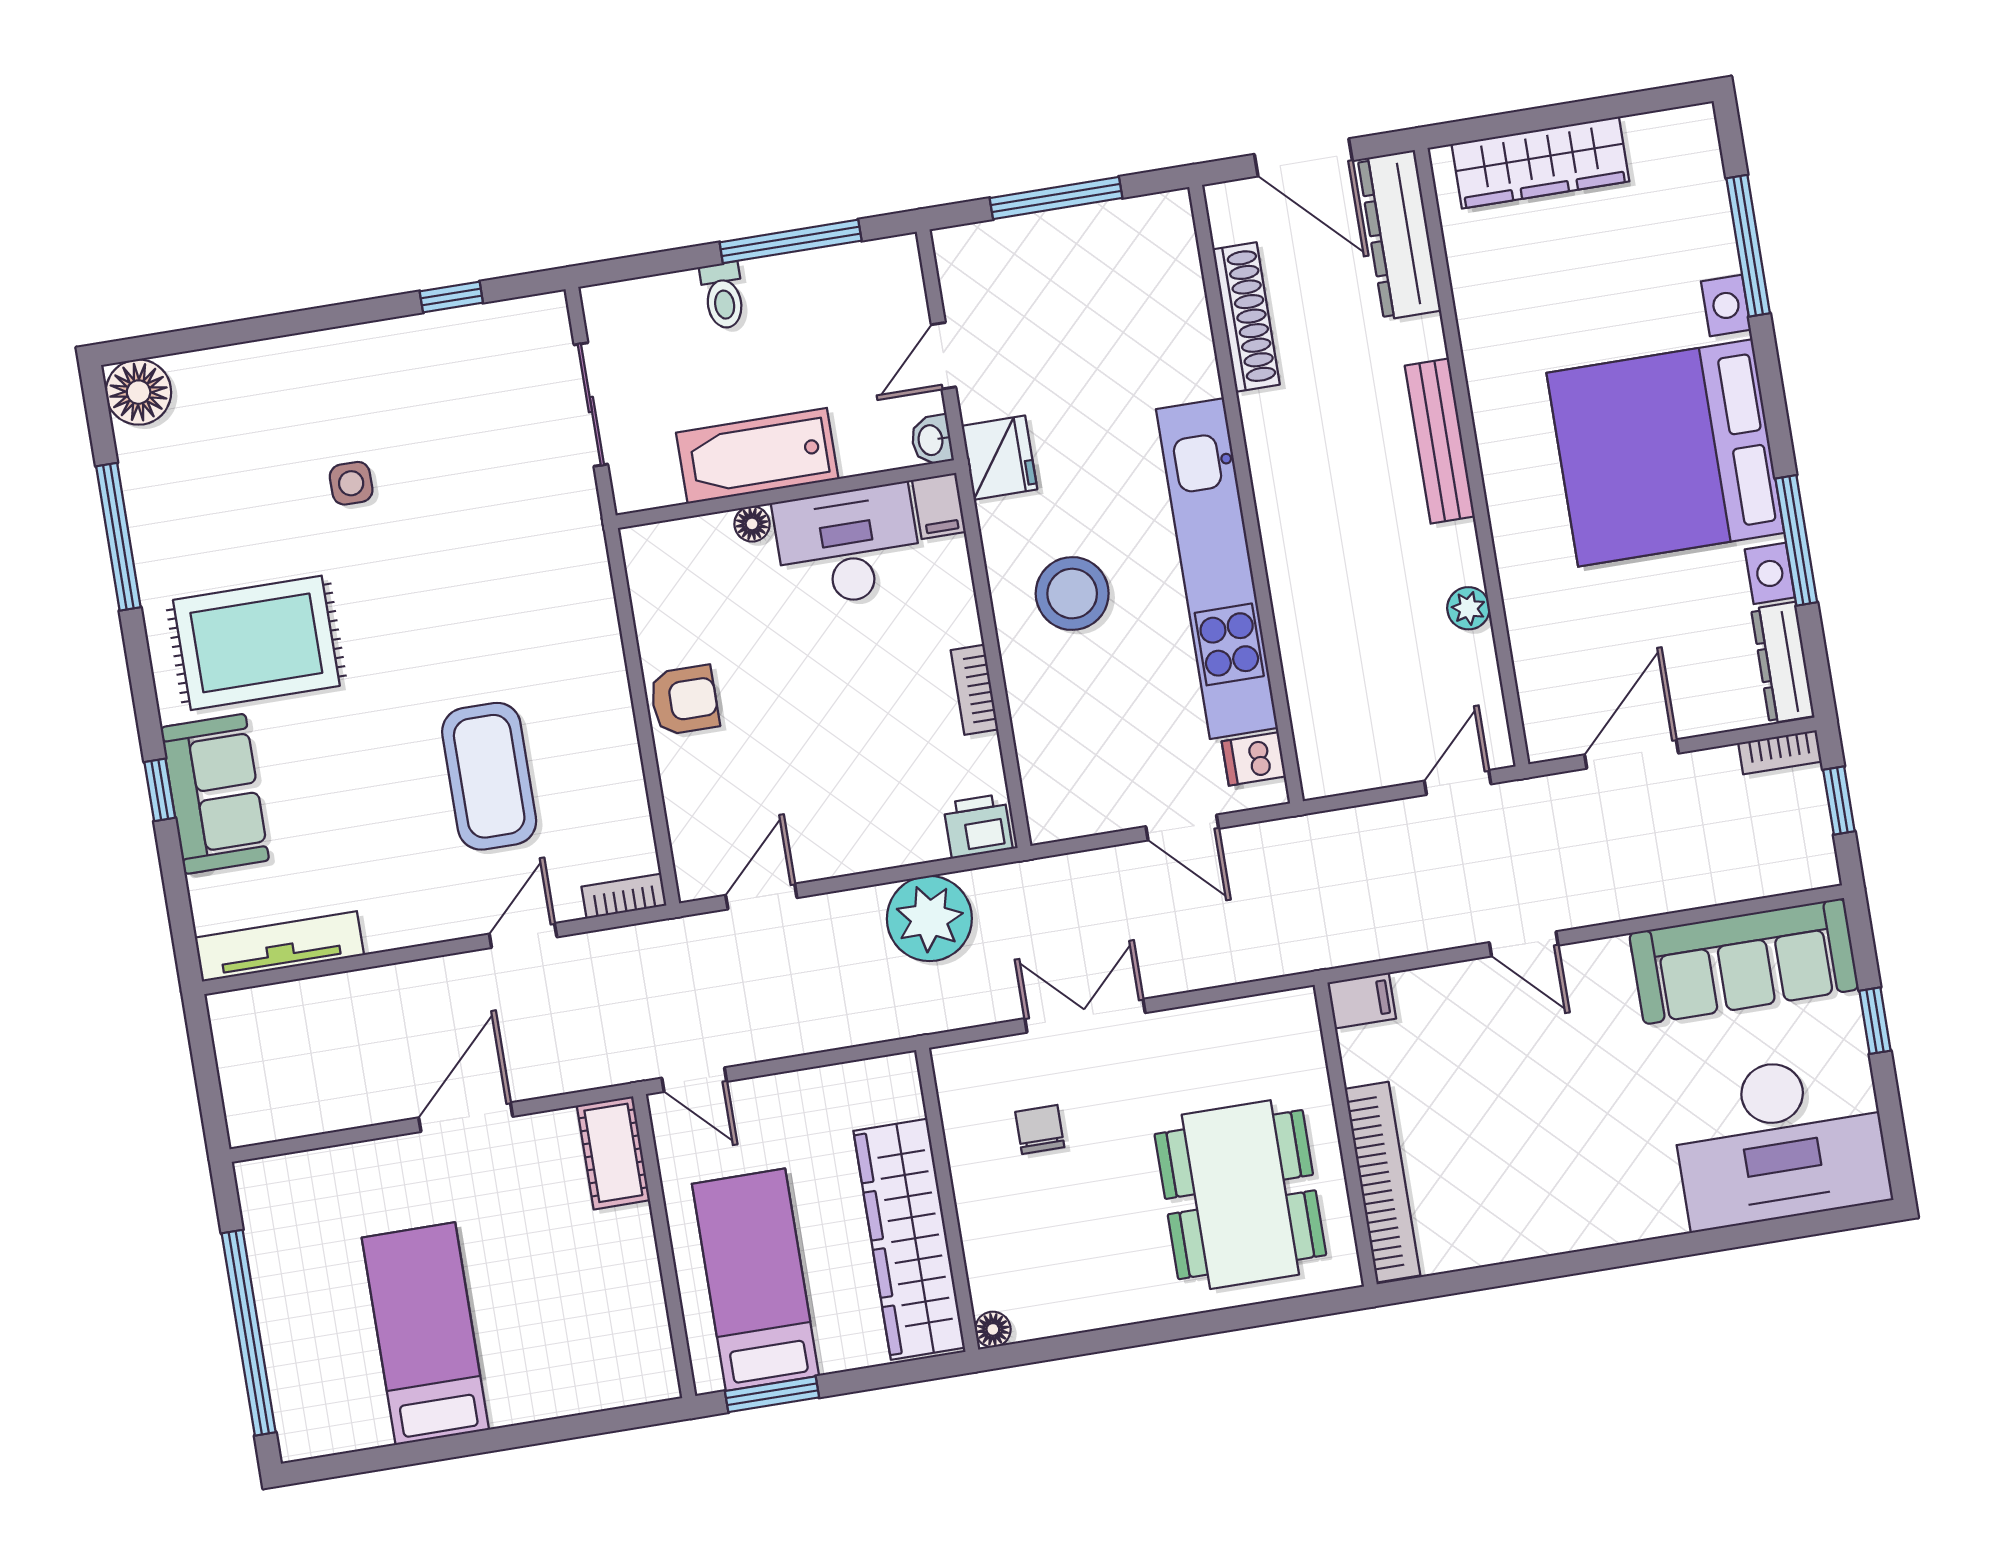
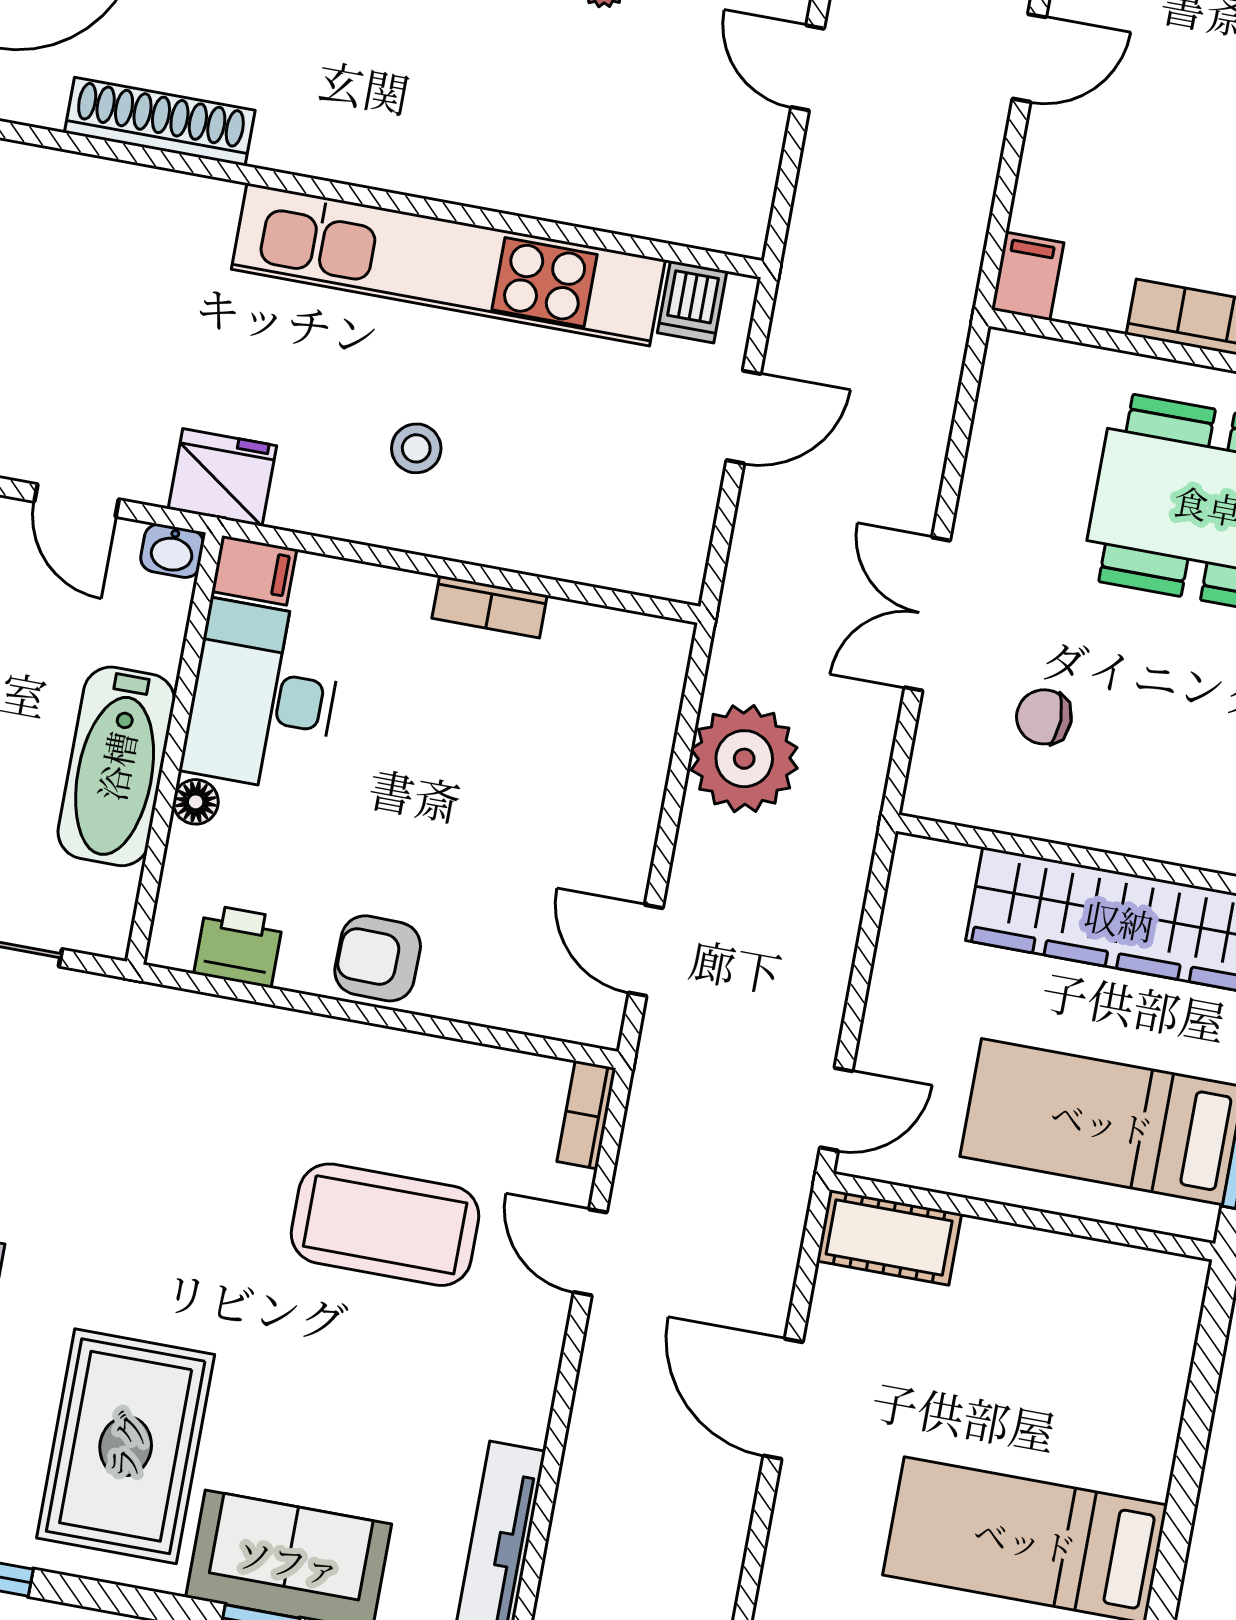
stool: (1072, 594) -> (416, 448), width x0.53, depth x0.53
armchair: (684, 700) -> (378, 958), turned -89
printer: (978, 826) -> (239, 946), moved, turned 90

